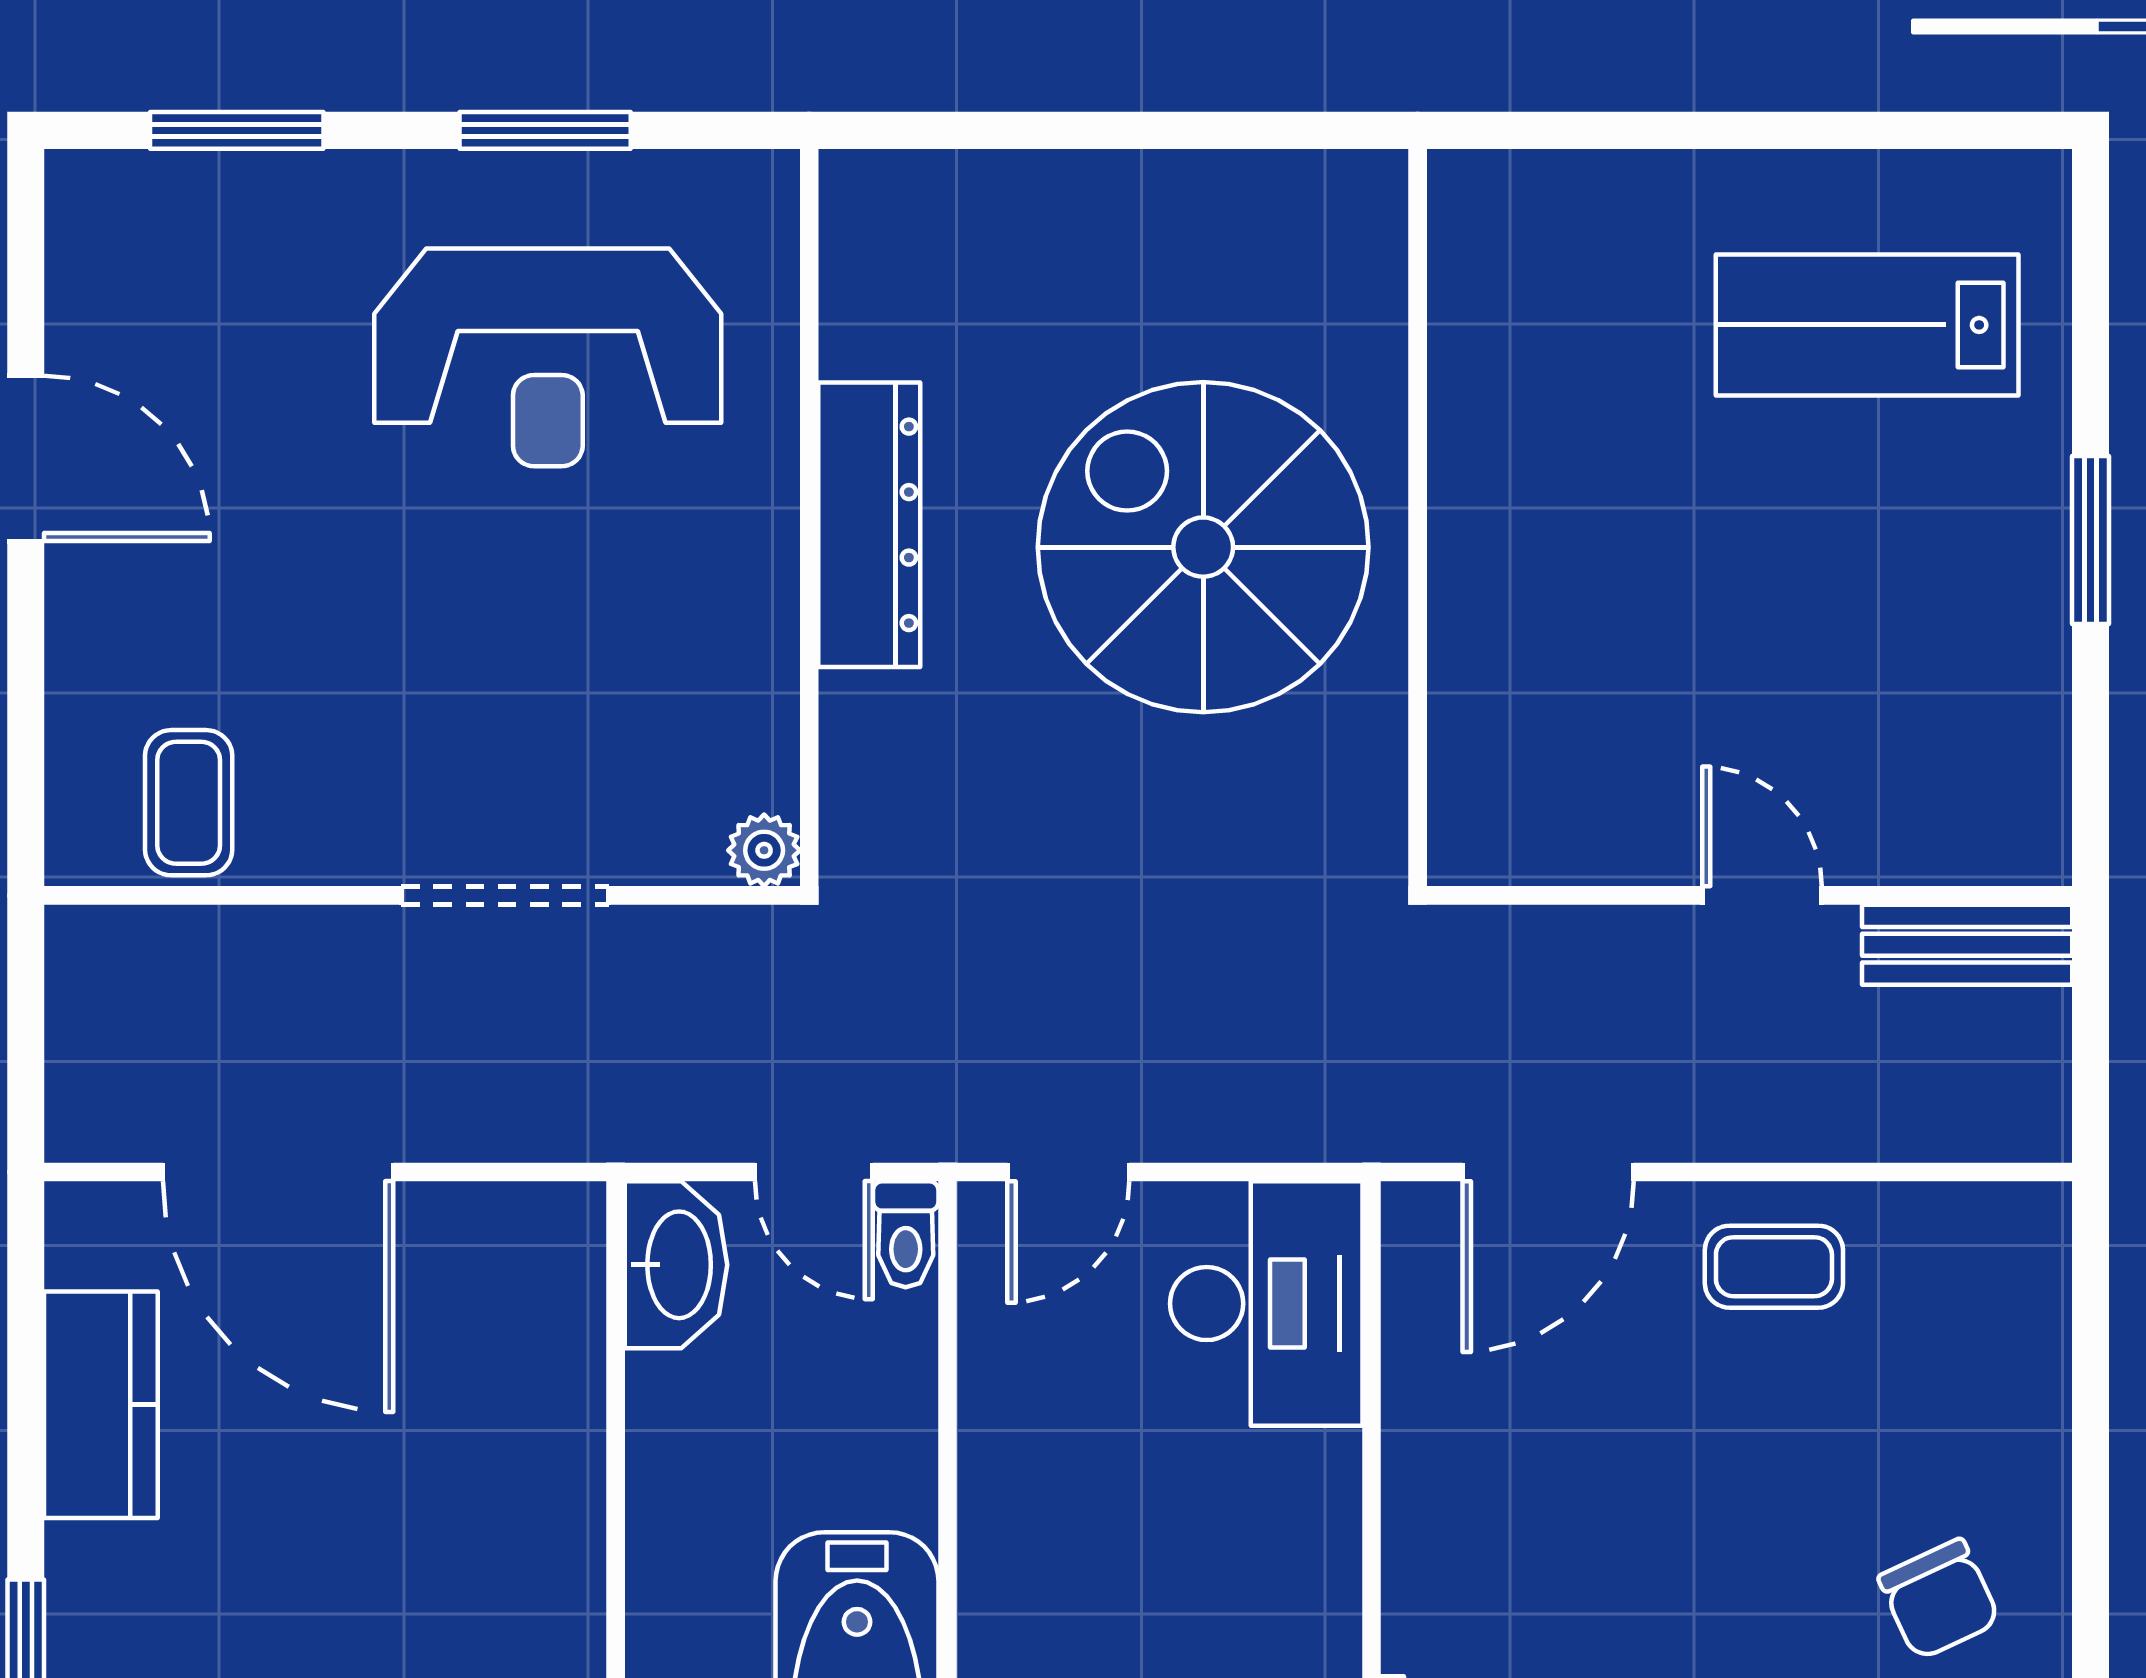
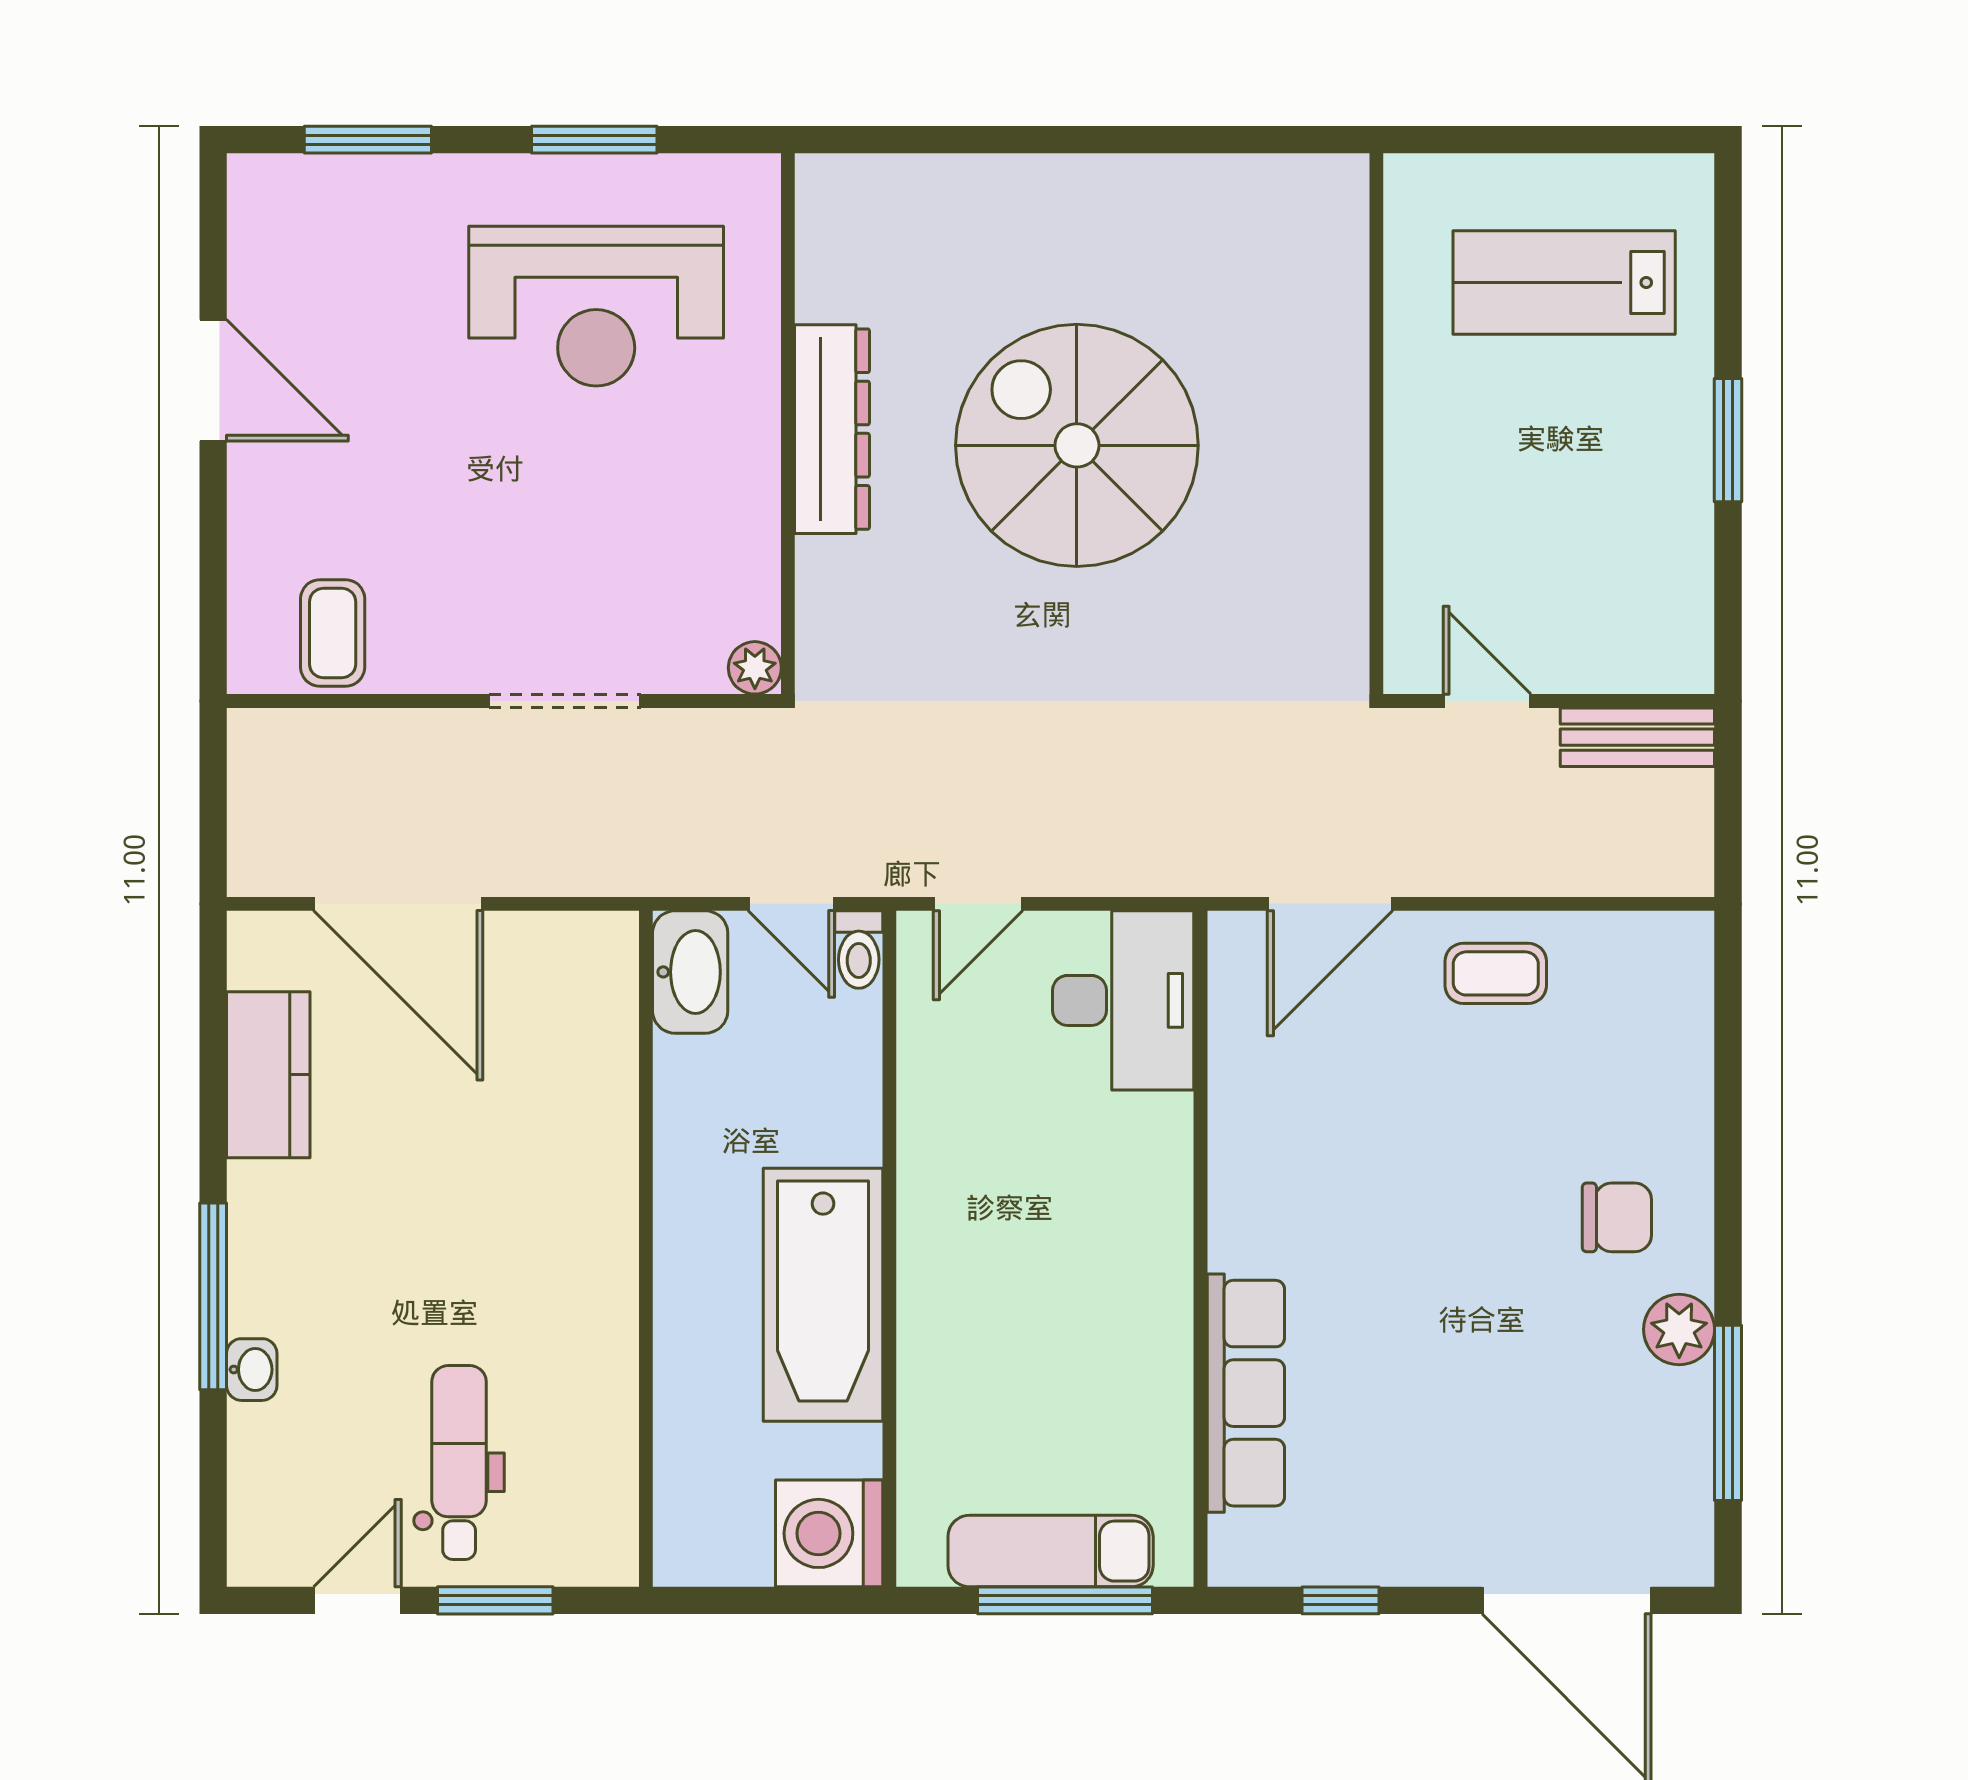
wall: (1418, 518) -> (1376, 424), moved
chair: (1939, 1599) -> (1617, 1217), turned -65

